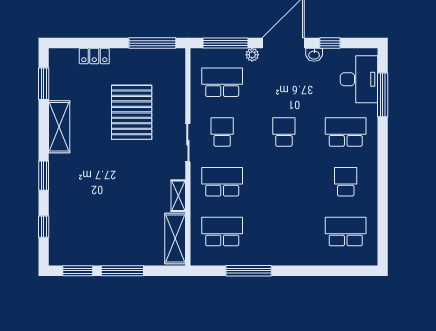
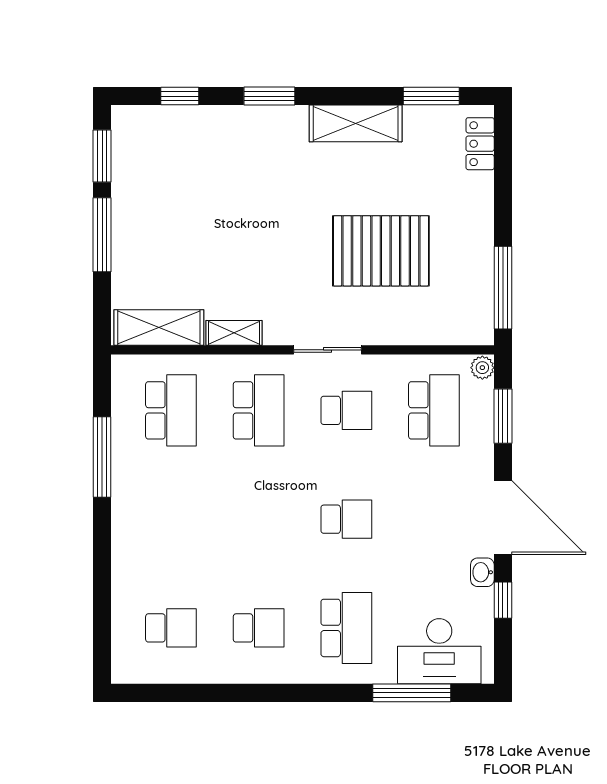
window: (225, 43) -> (503, 416), width x0.69
plant: (252, 55) -> (482, 368), moved
locker: (94, 56) -> (480, 144), moved
school desk: (346, 232) -> (171, 628), width x0.54

